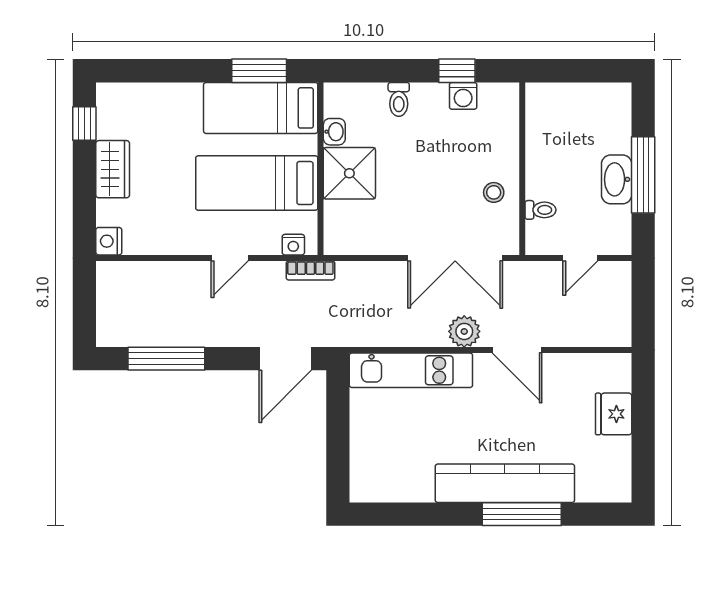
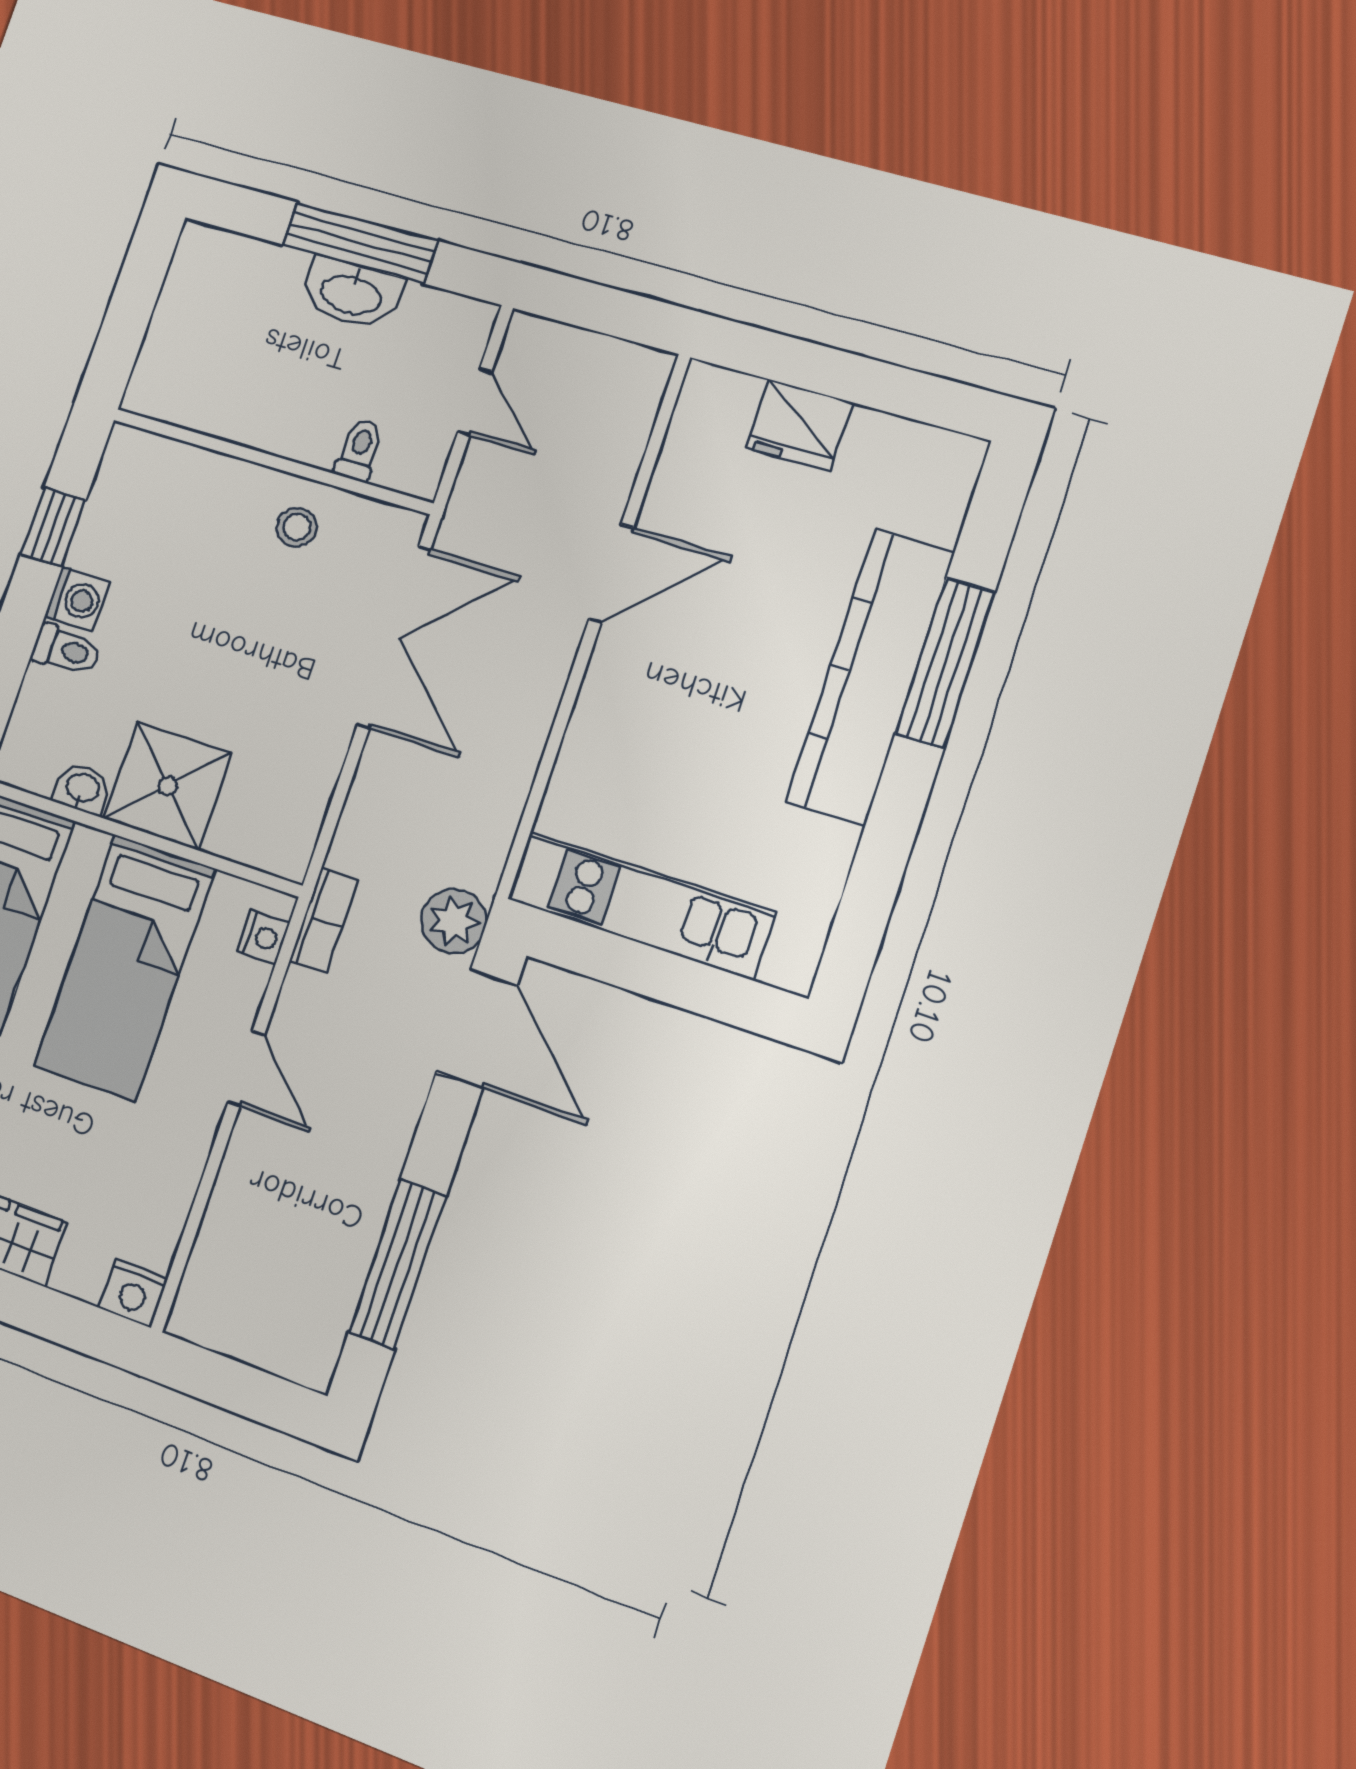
washing machine: (463, 96) -> (77, 599), moved
plant: (464, 331) -> (454, 921), moved
kitchen unit: (411, 370) -> (641, 905), moved, turned -90

